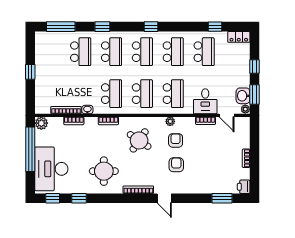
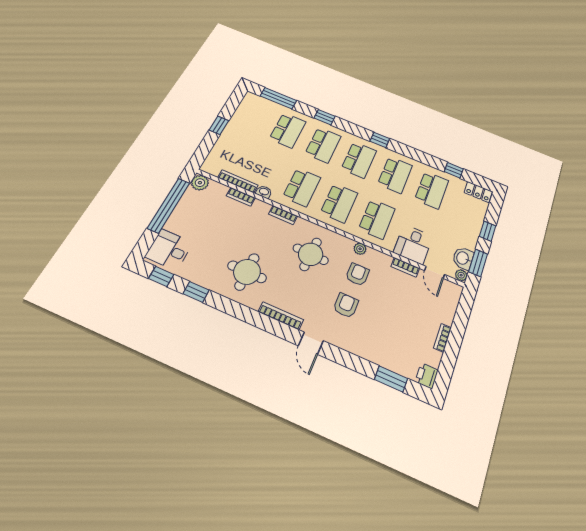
round table: (139, 140) -> (311, 254), turned -32
desk: (51, 169) -> (169, 250), width x0.53, depth x0.77

